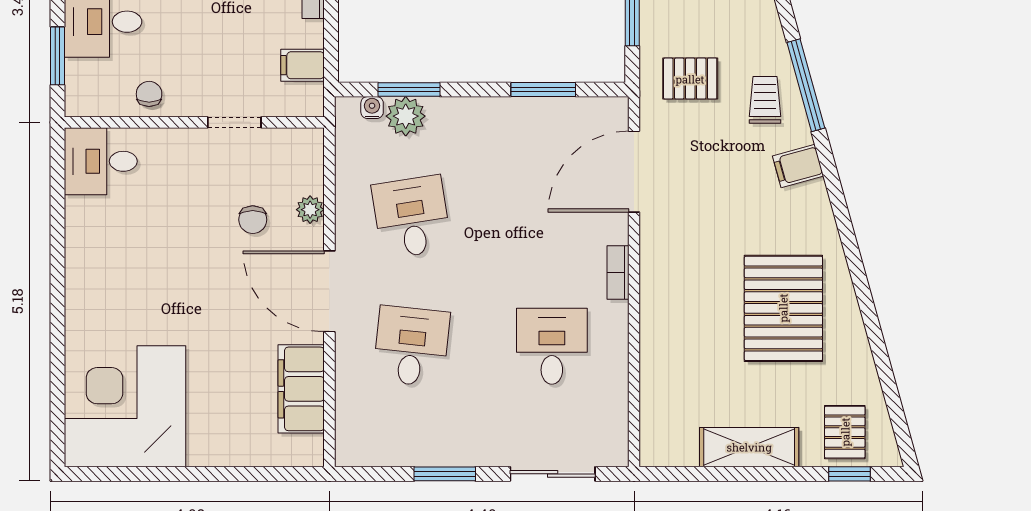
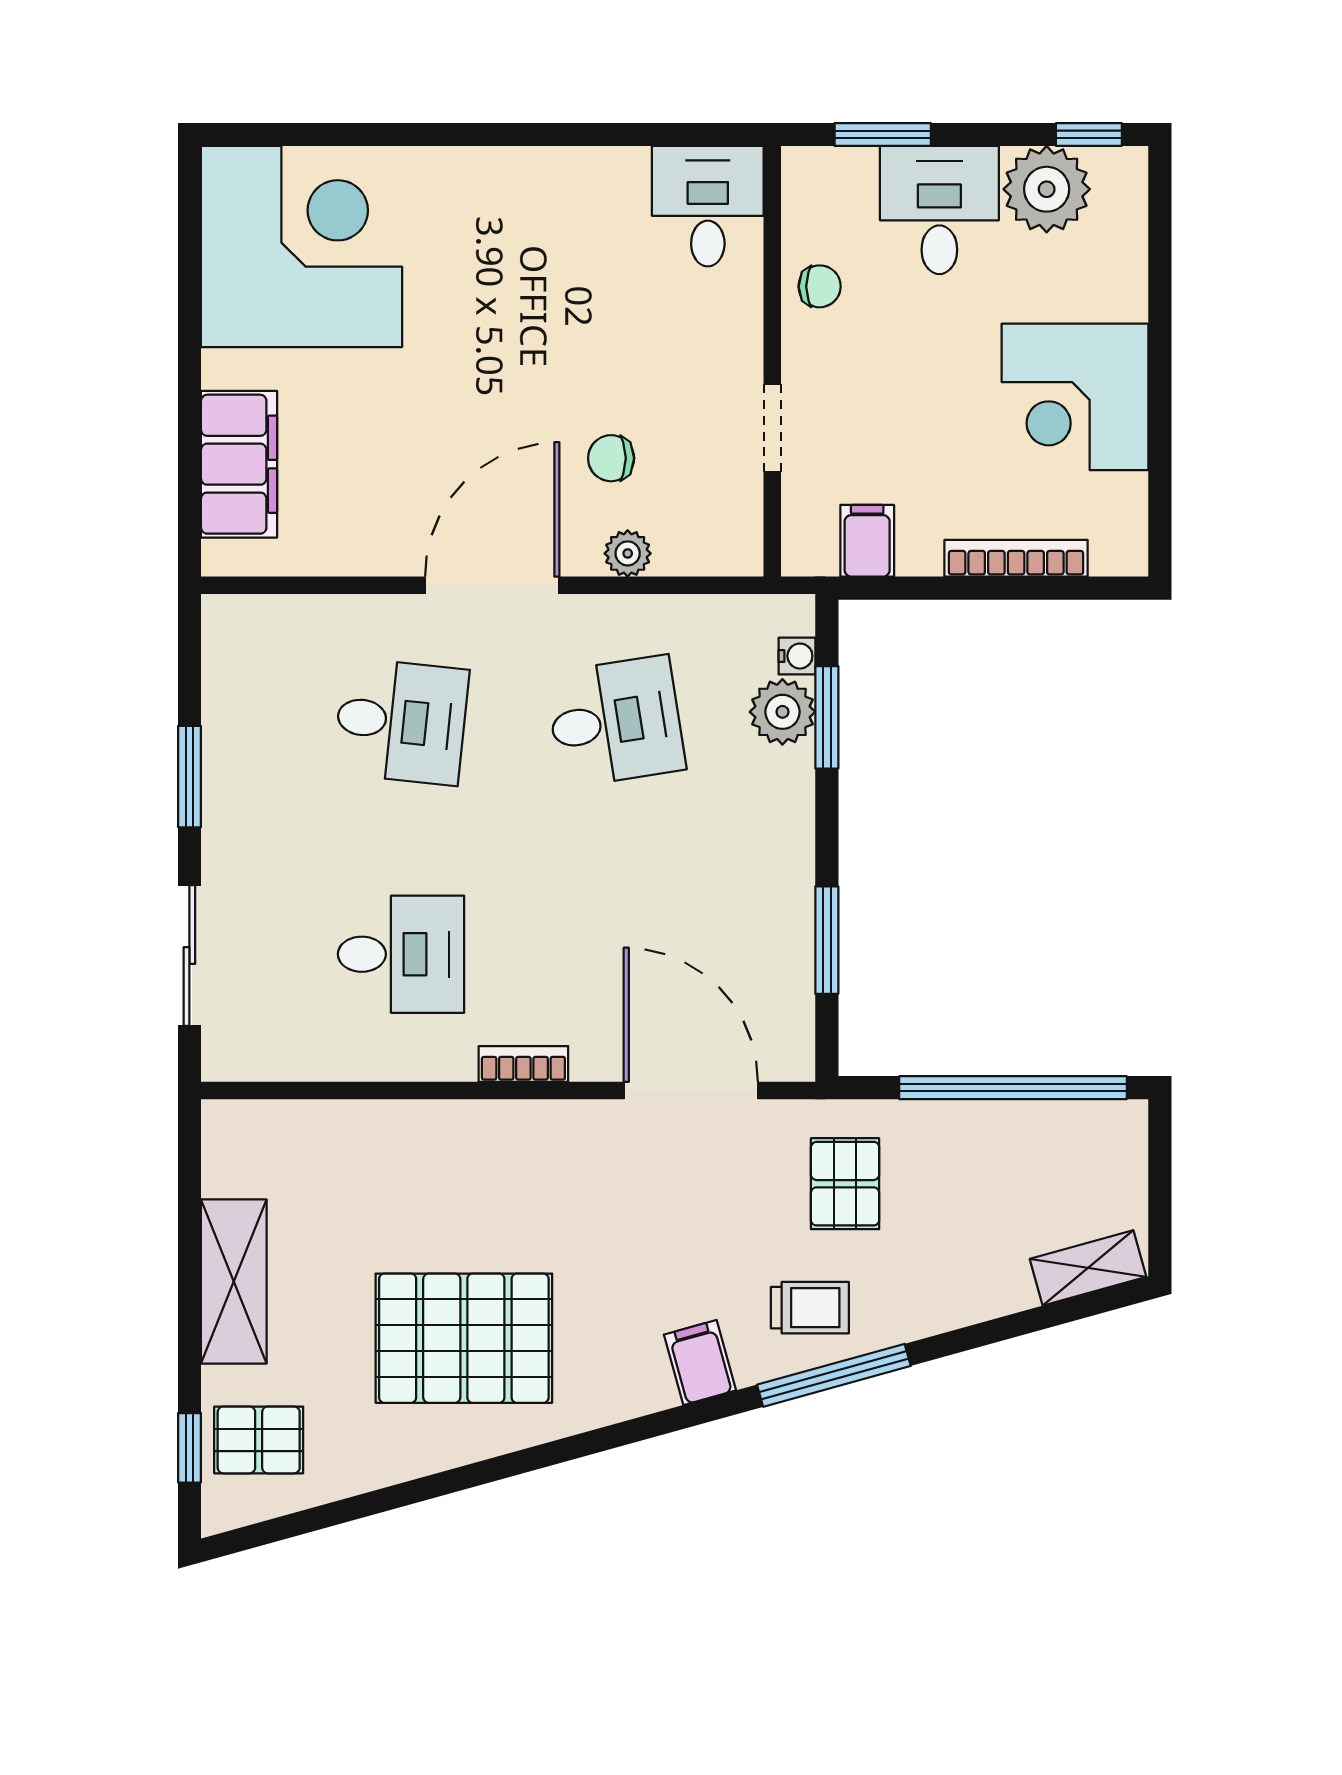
filing cabinet: (301, 389) -> (239, 464), moved, turned 90

